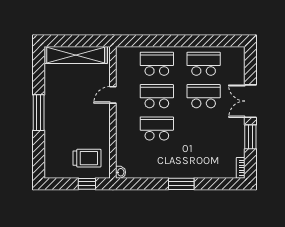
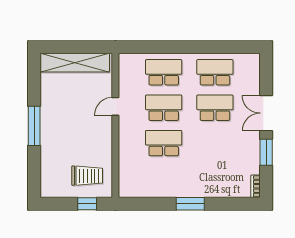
washbasin: (120, 172) -> (124, 191), removed

